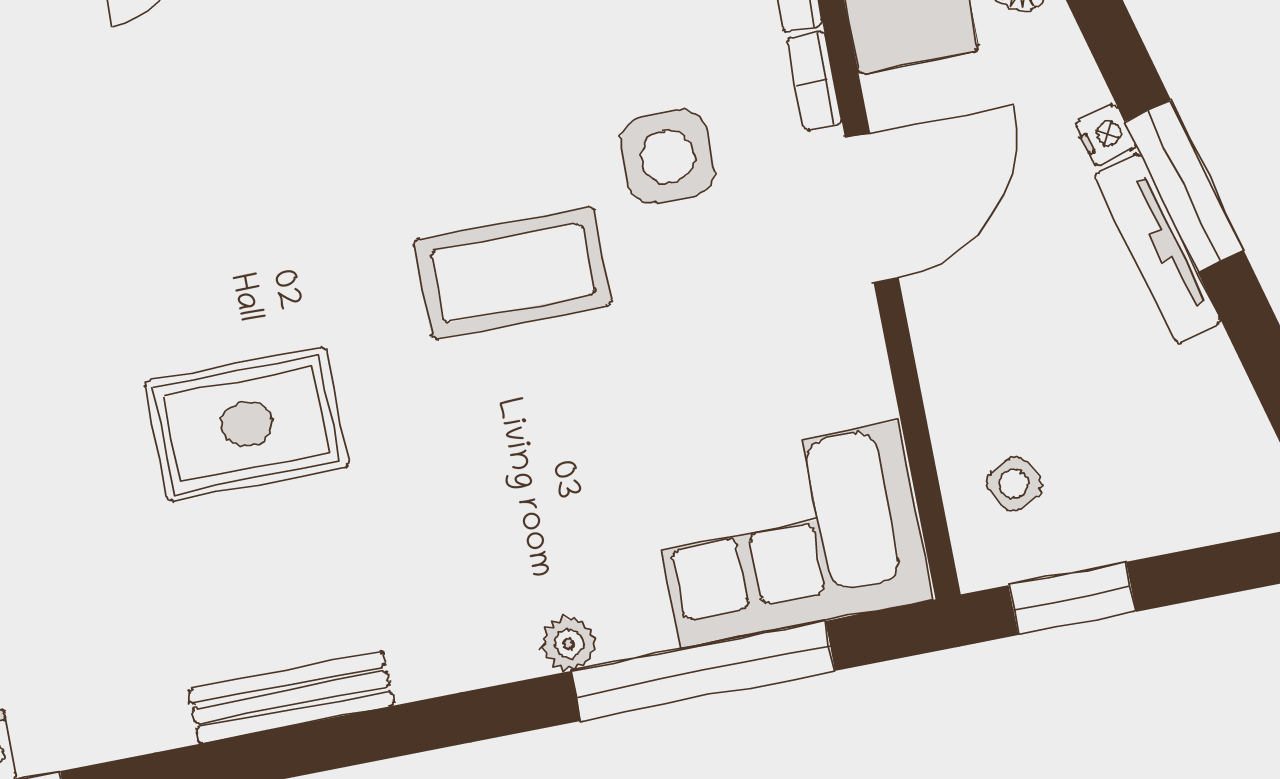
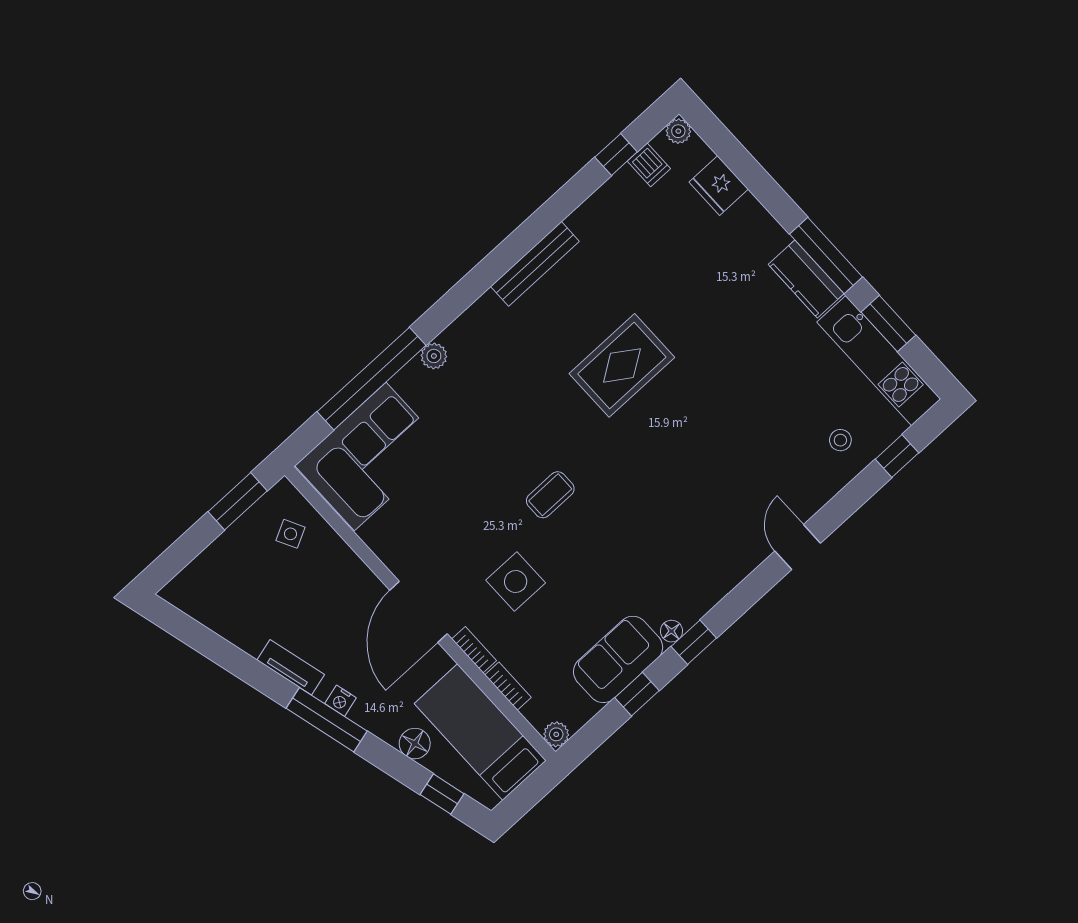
window: (1184, 186) -> (327, 720), moved
tv unit: (1157, 248) -> (291, 667), width x0.71
coffee table: (513, 273) -> (550, 495), width x0.54, depth x0.58

